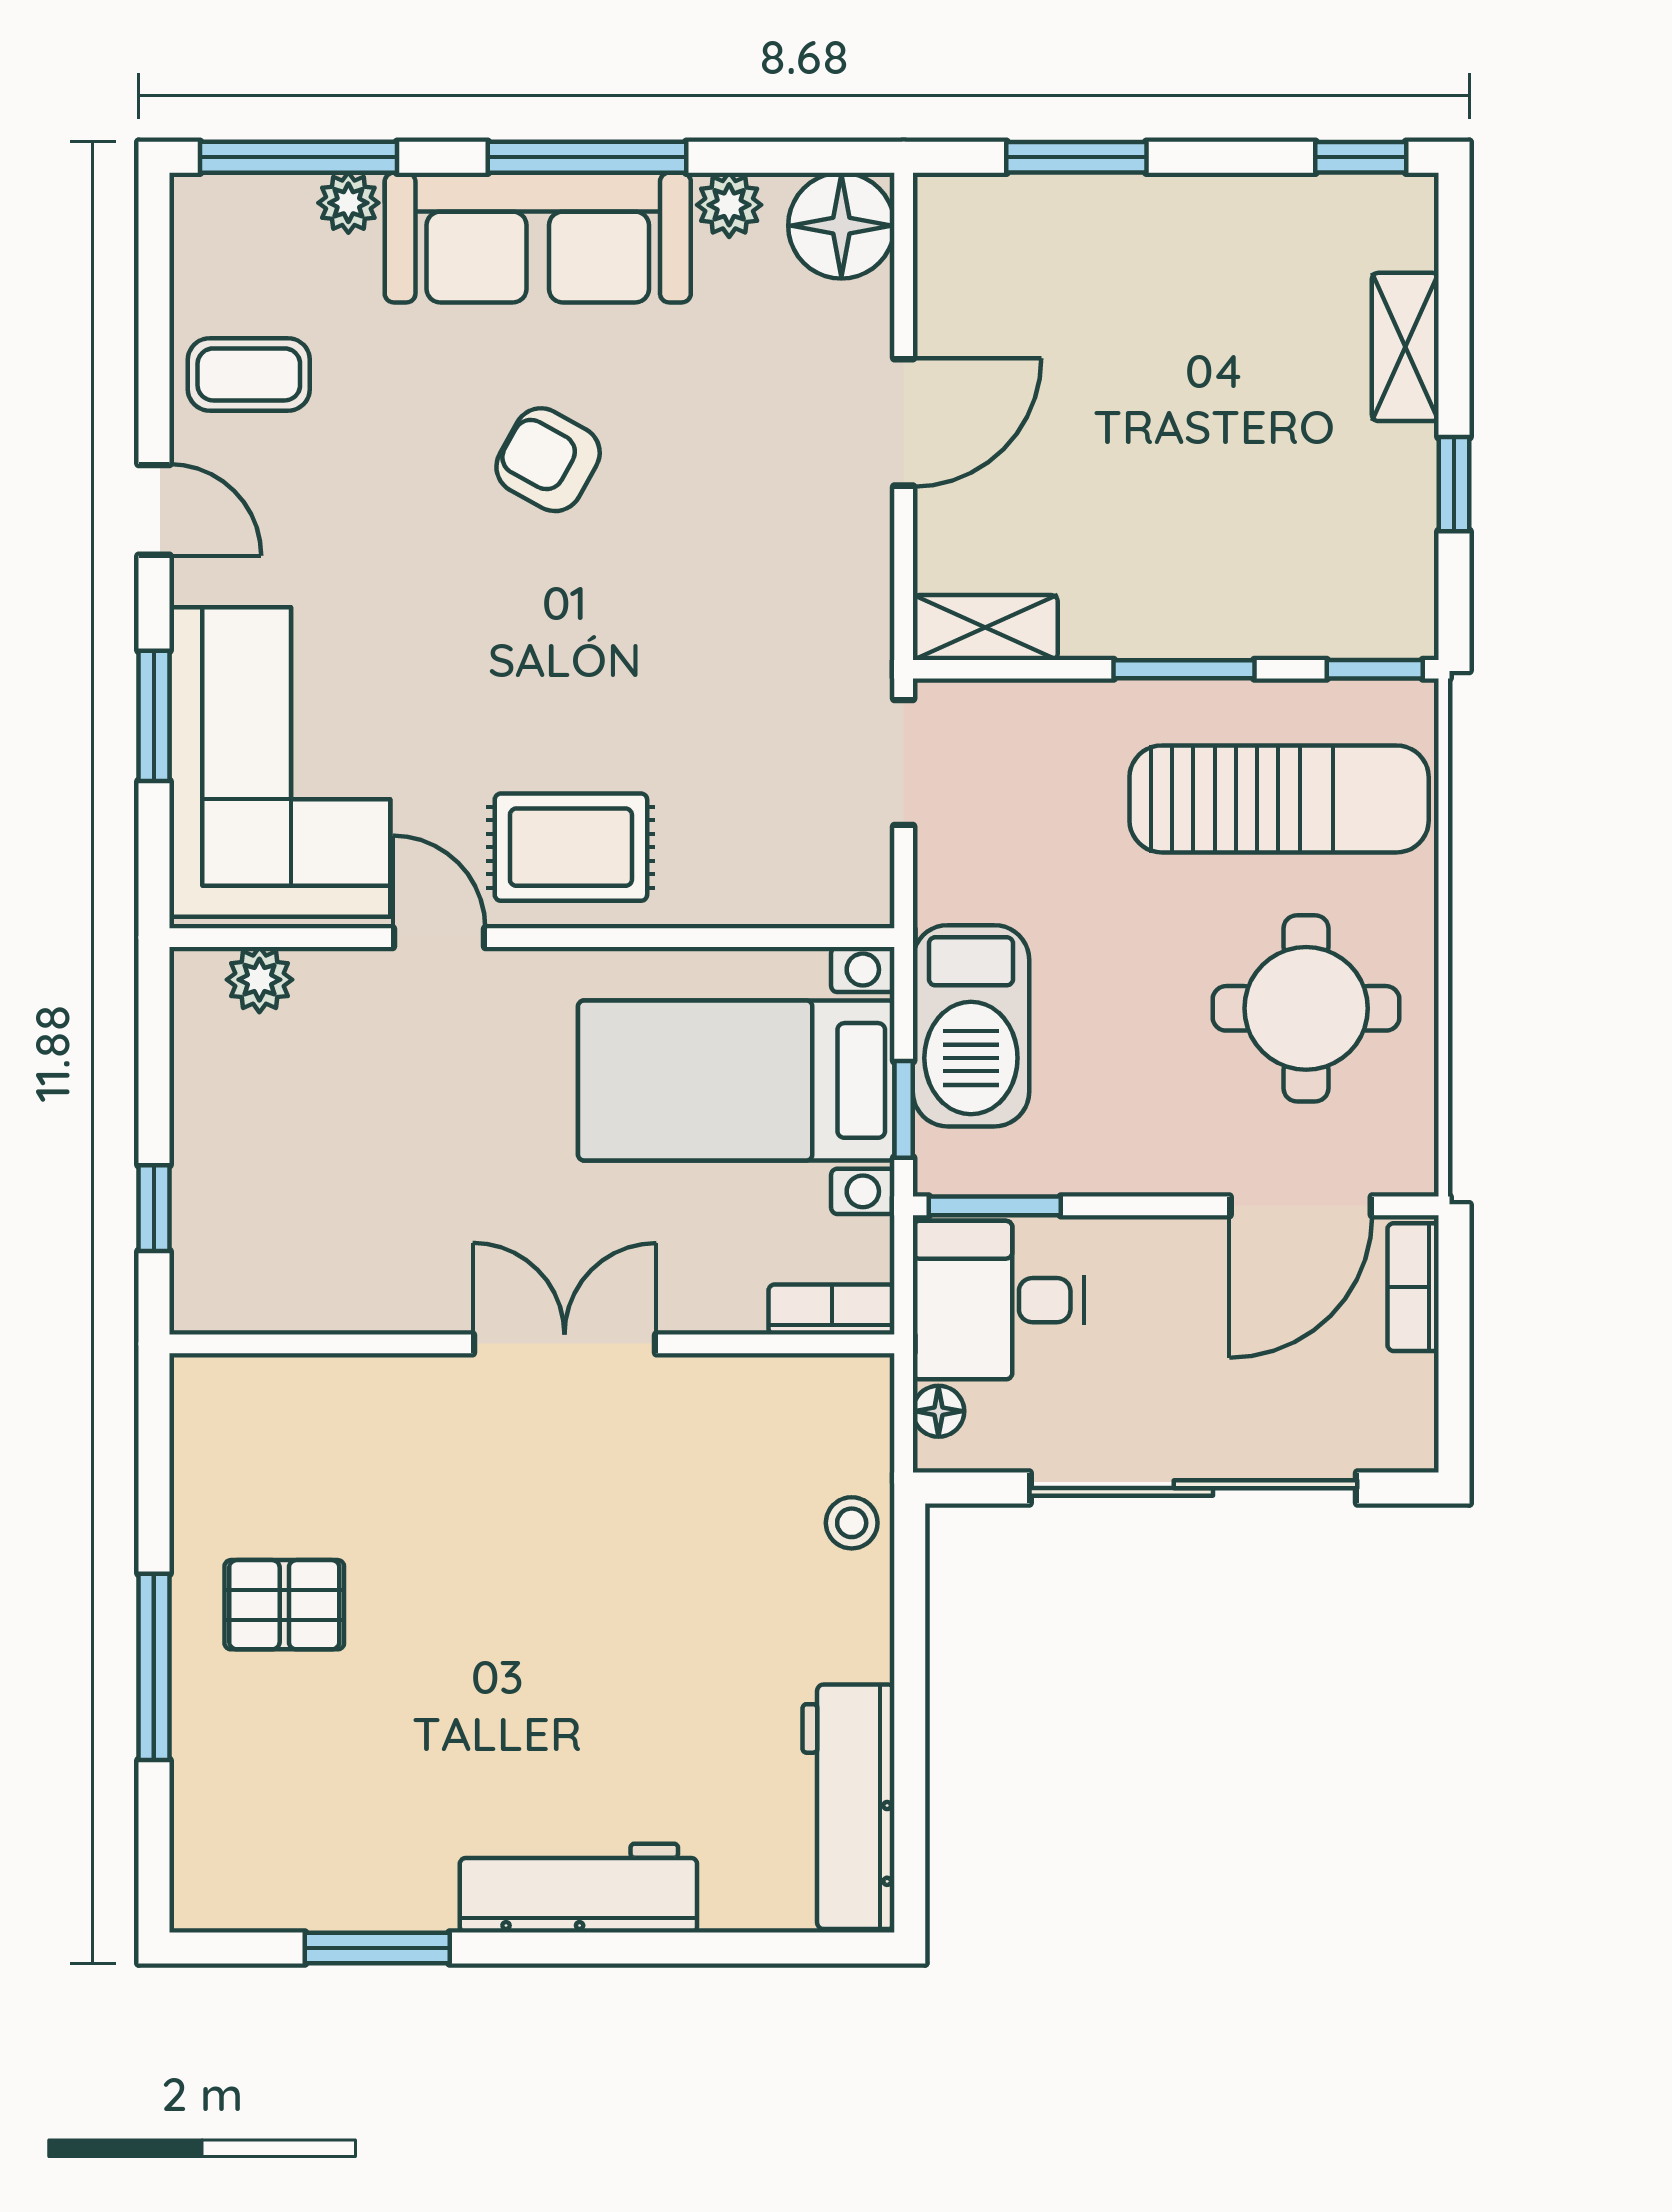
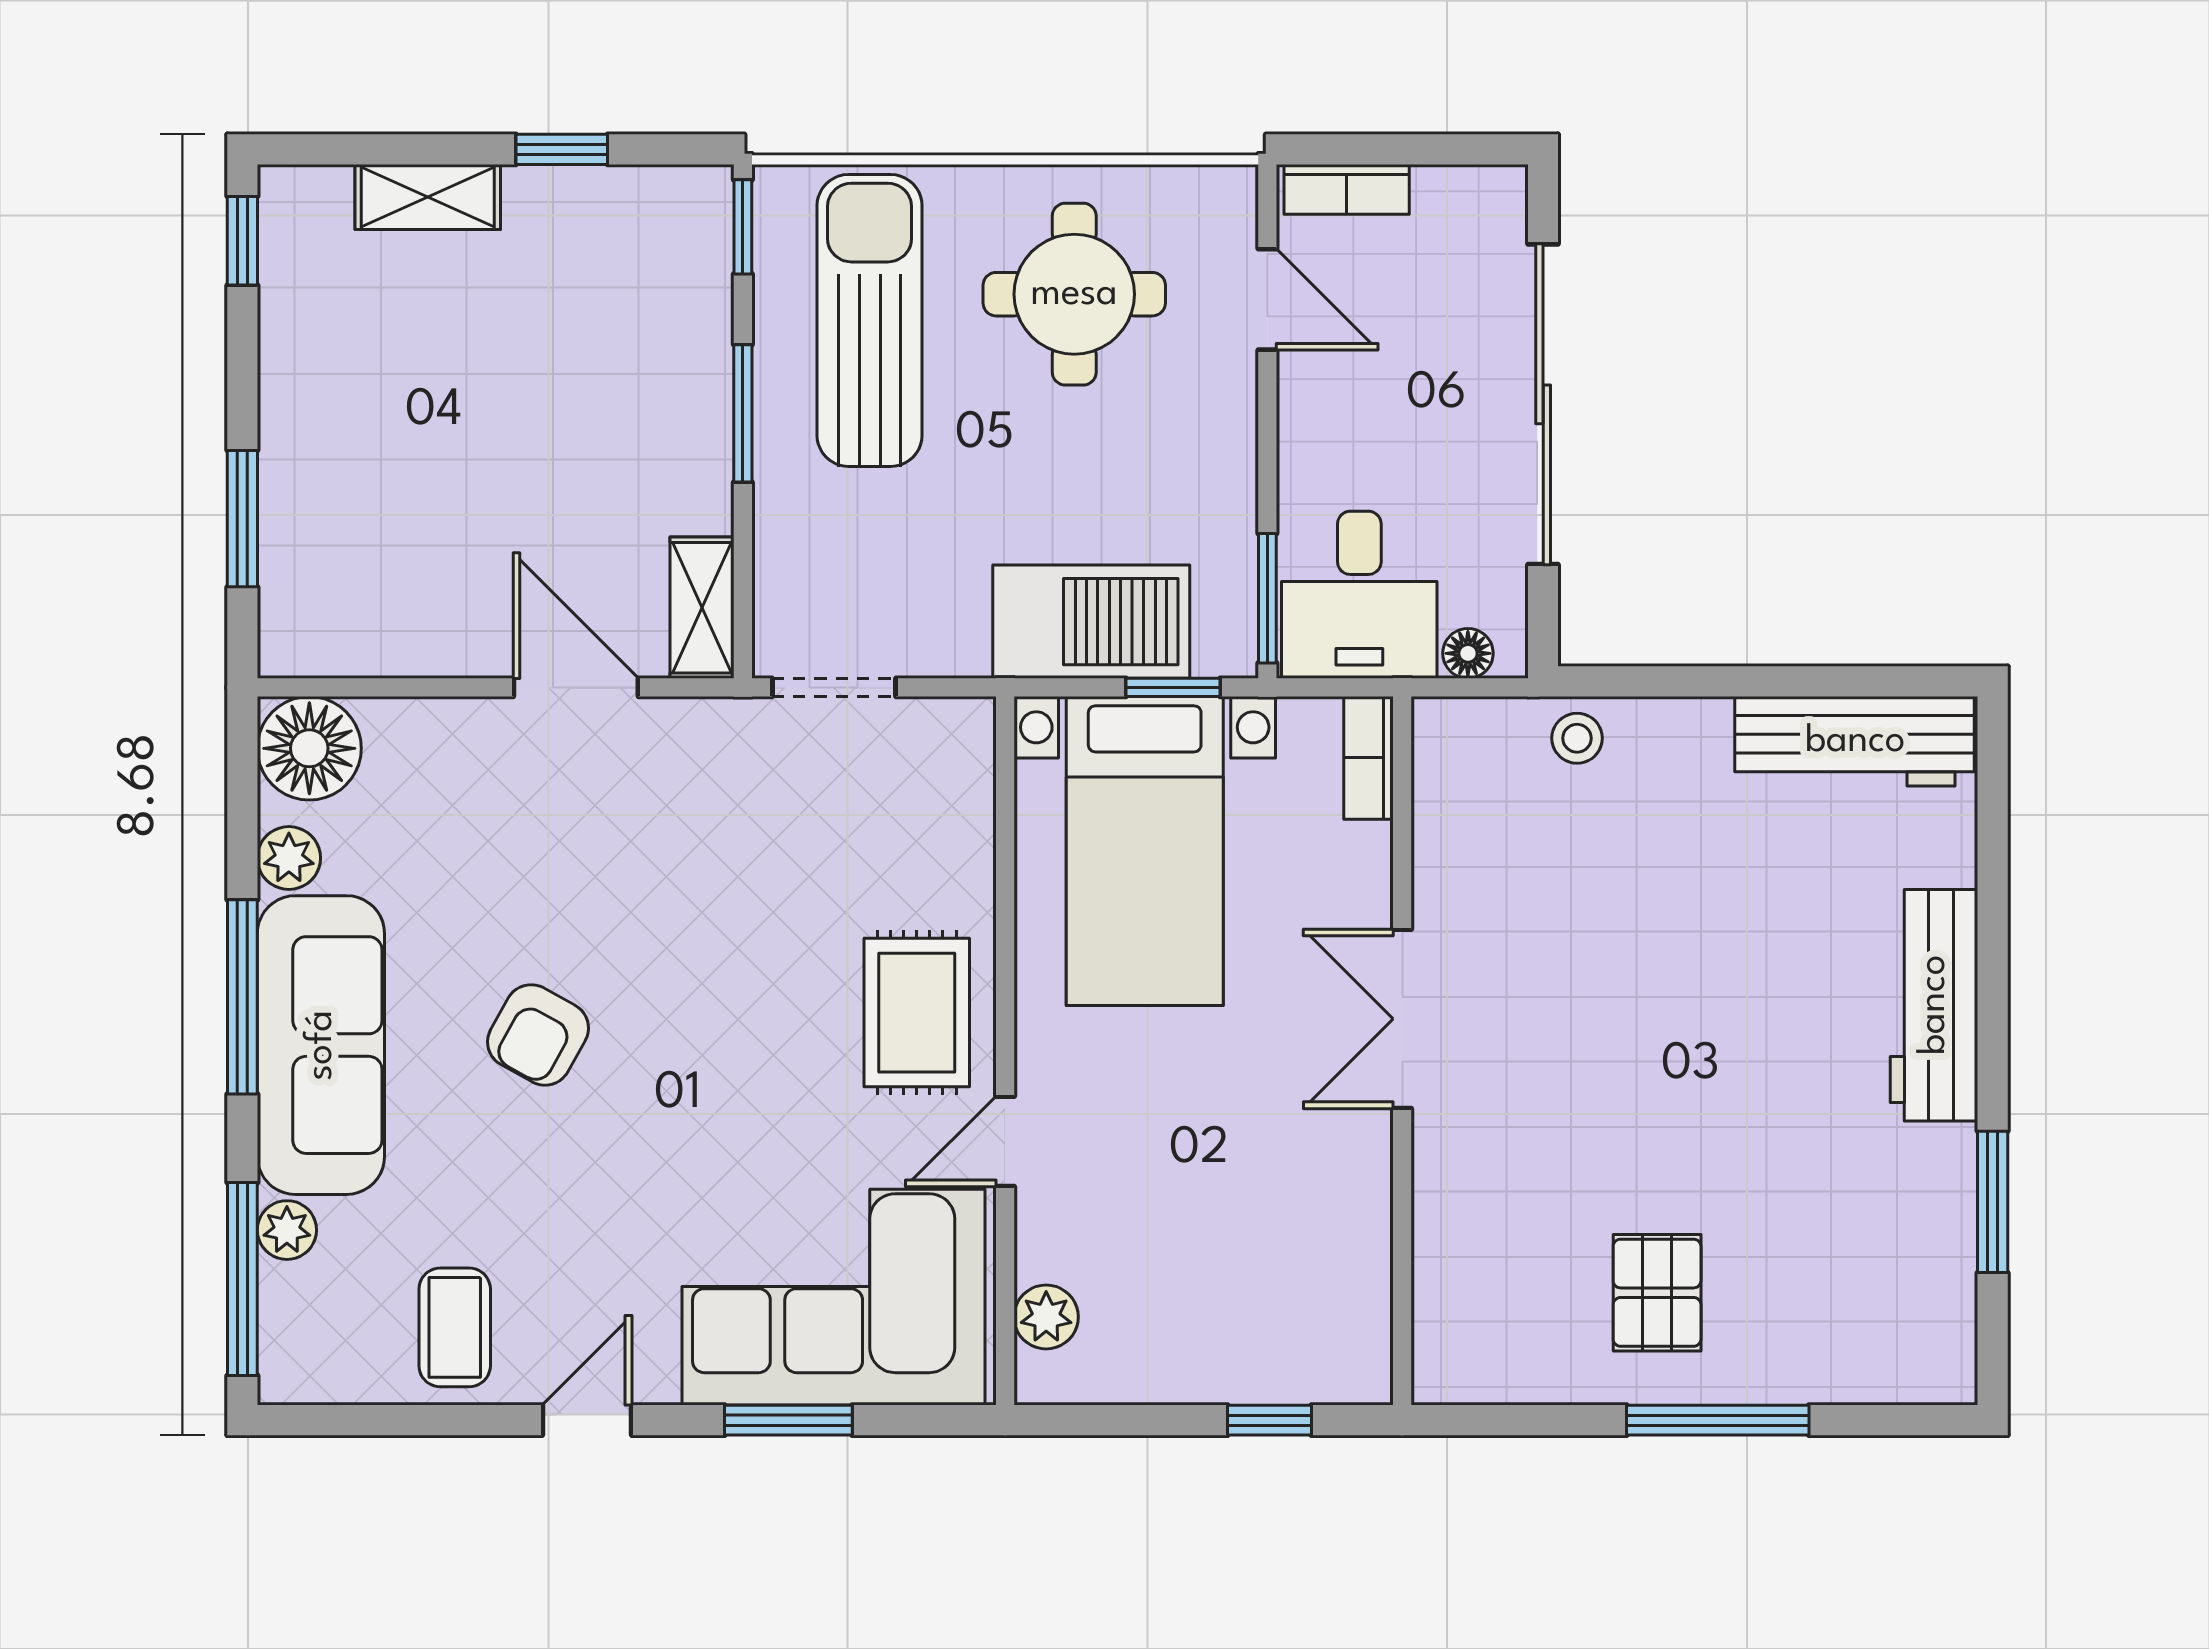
door: (904, 422) -> (576, 687), moved
door: (1301, 1206) -> (1267, 299), width x0.73

